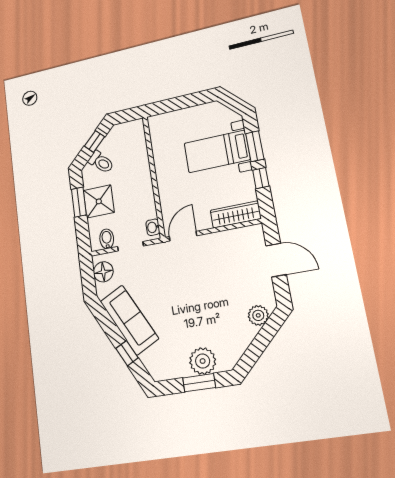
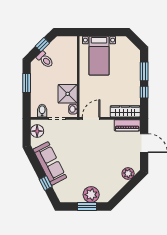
bed with nightstands: (217, 151) -> (99, 56), moved, turned -90
shower: (99, 201) -> (68, 94), moved
piano: (243, 236) -> (127, 125), added

